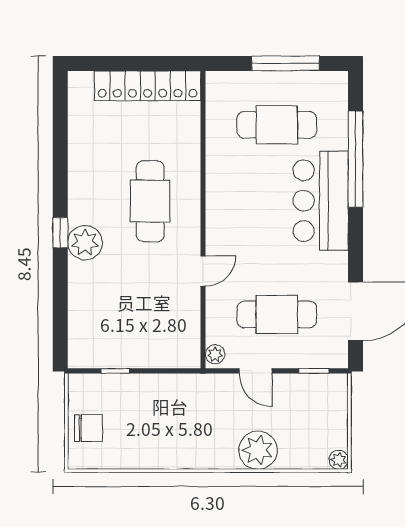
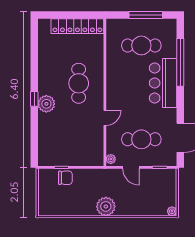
chair: (88, 428) -> (65, 178), moved
plant: (258, 450) -> (106, 206), moved

